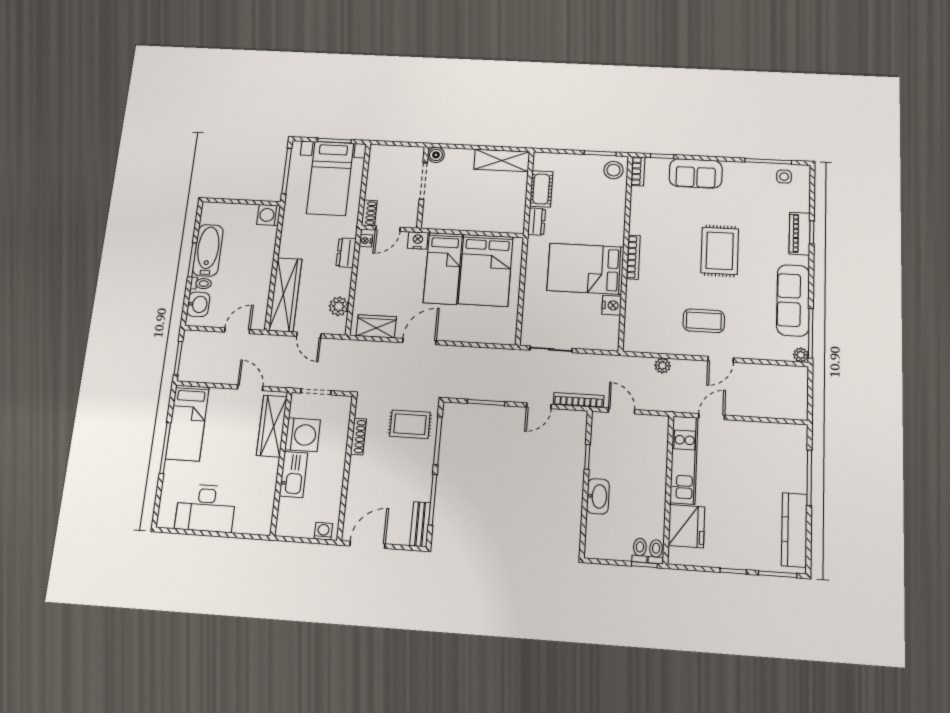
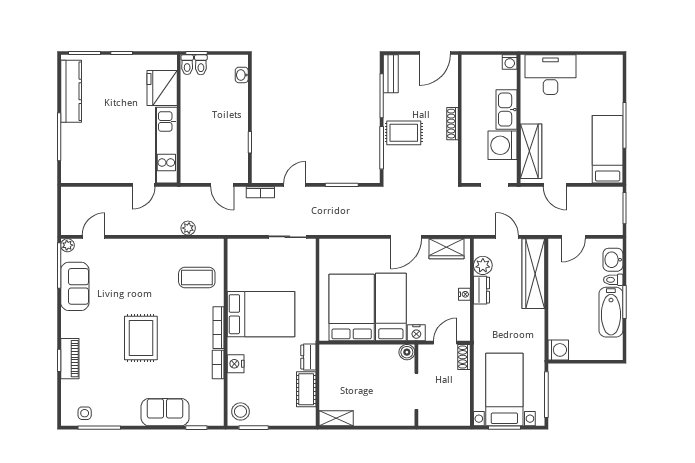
boiler: (436, 155) -> (407, 352), moved
shelving: (502, 160) -> (336, 418), width x0.67, depth x0.75
bookcase: (638, 171) -> (218, 364), moved
nightstand: (366, 241) -> (464, 294), moved
dresser: (346, 253) -> (482, 290), moved
sofa: (793, 300) -> (75, 286), width x0.73
nightstand: (612, 305) -> (236, 364), moved
coffee table: (704, 321) -> (197, 278), moved
door: (721, 359) -> (94, 237), moved
bookcase: (579, 400) -> (260, 192), width x0.64
rug: (410, 424) -> (404, 133), moved
shoe rack: (358, 437) -> (452, 124), moved
washbasin: (598, 496) -> (242, 75), moved, width x0.52, depth x0.69
desk: (206, 508) -> (551, 75), moved
washing machine: (323, 531) -> (510, 62), moved

